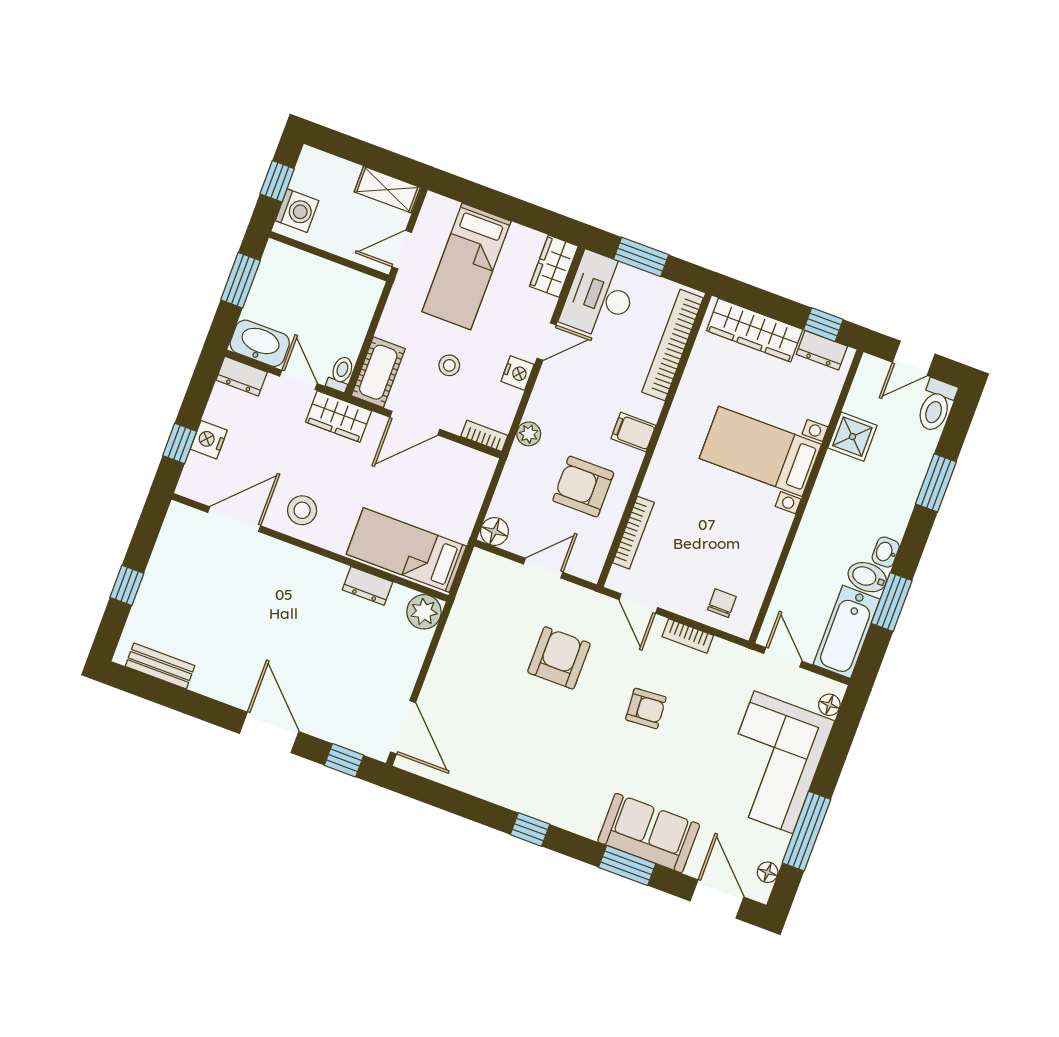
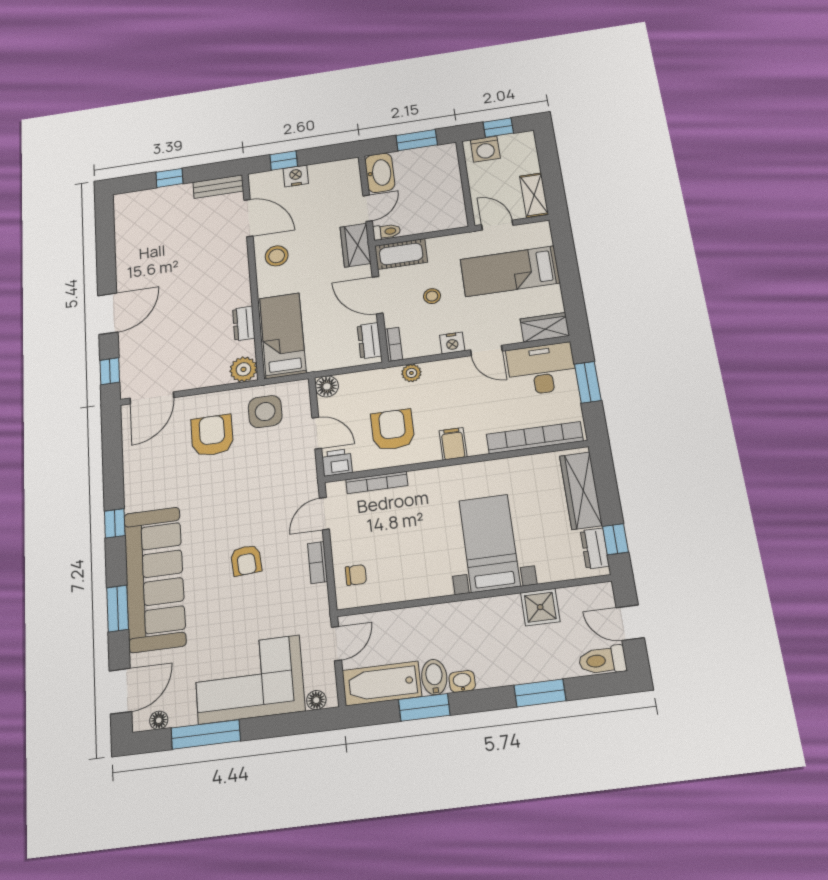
dresser: (242, 376) -> (369, 341), moved
printer: (588, 563) -> (337, 462), added
side table: (488, 611) -> (265, 412), added
armchair: (559, 658) -> (212, 435), moved, turned -90
bench: (160, 666) -> (218, 187), moved, turned 90
sofa: (649, 833) -> (155, 579), width x1.85, depth x1.27

